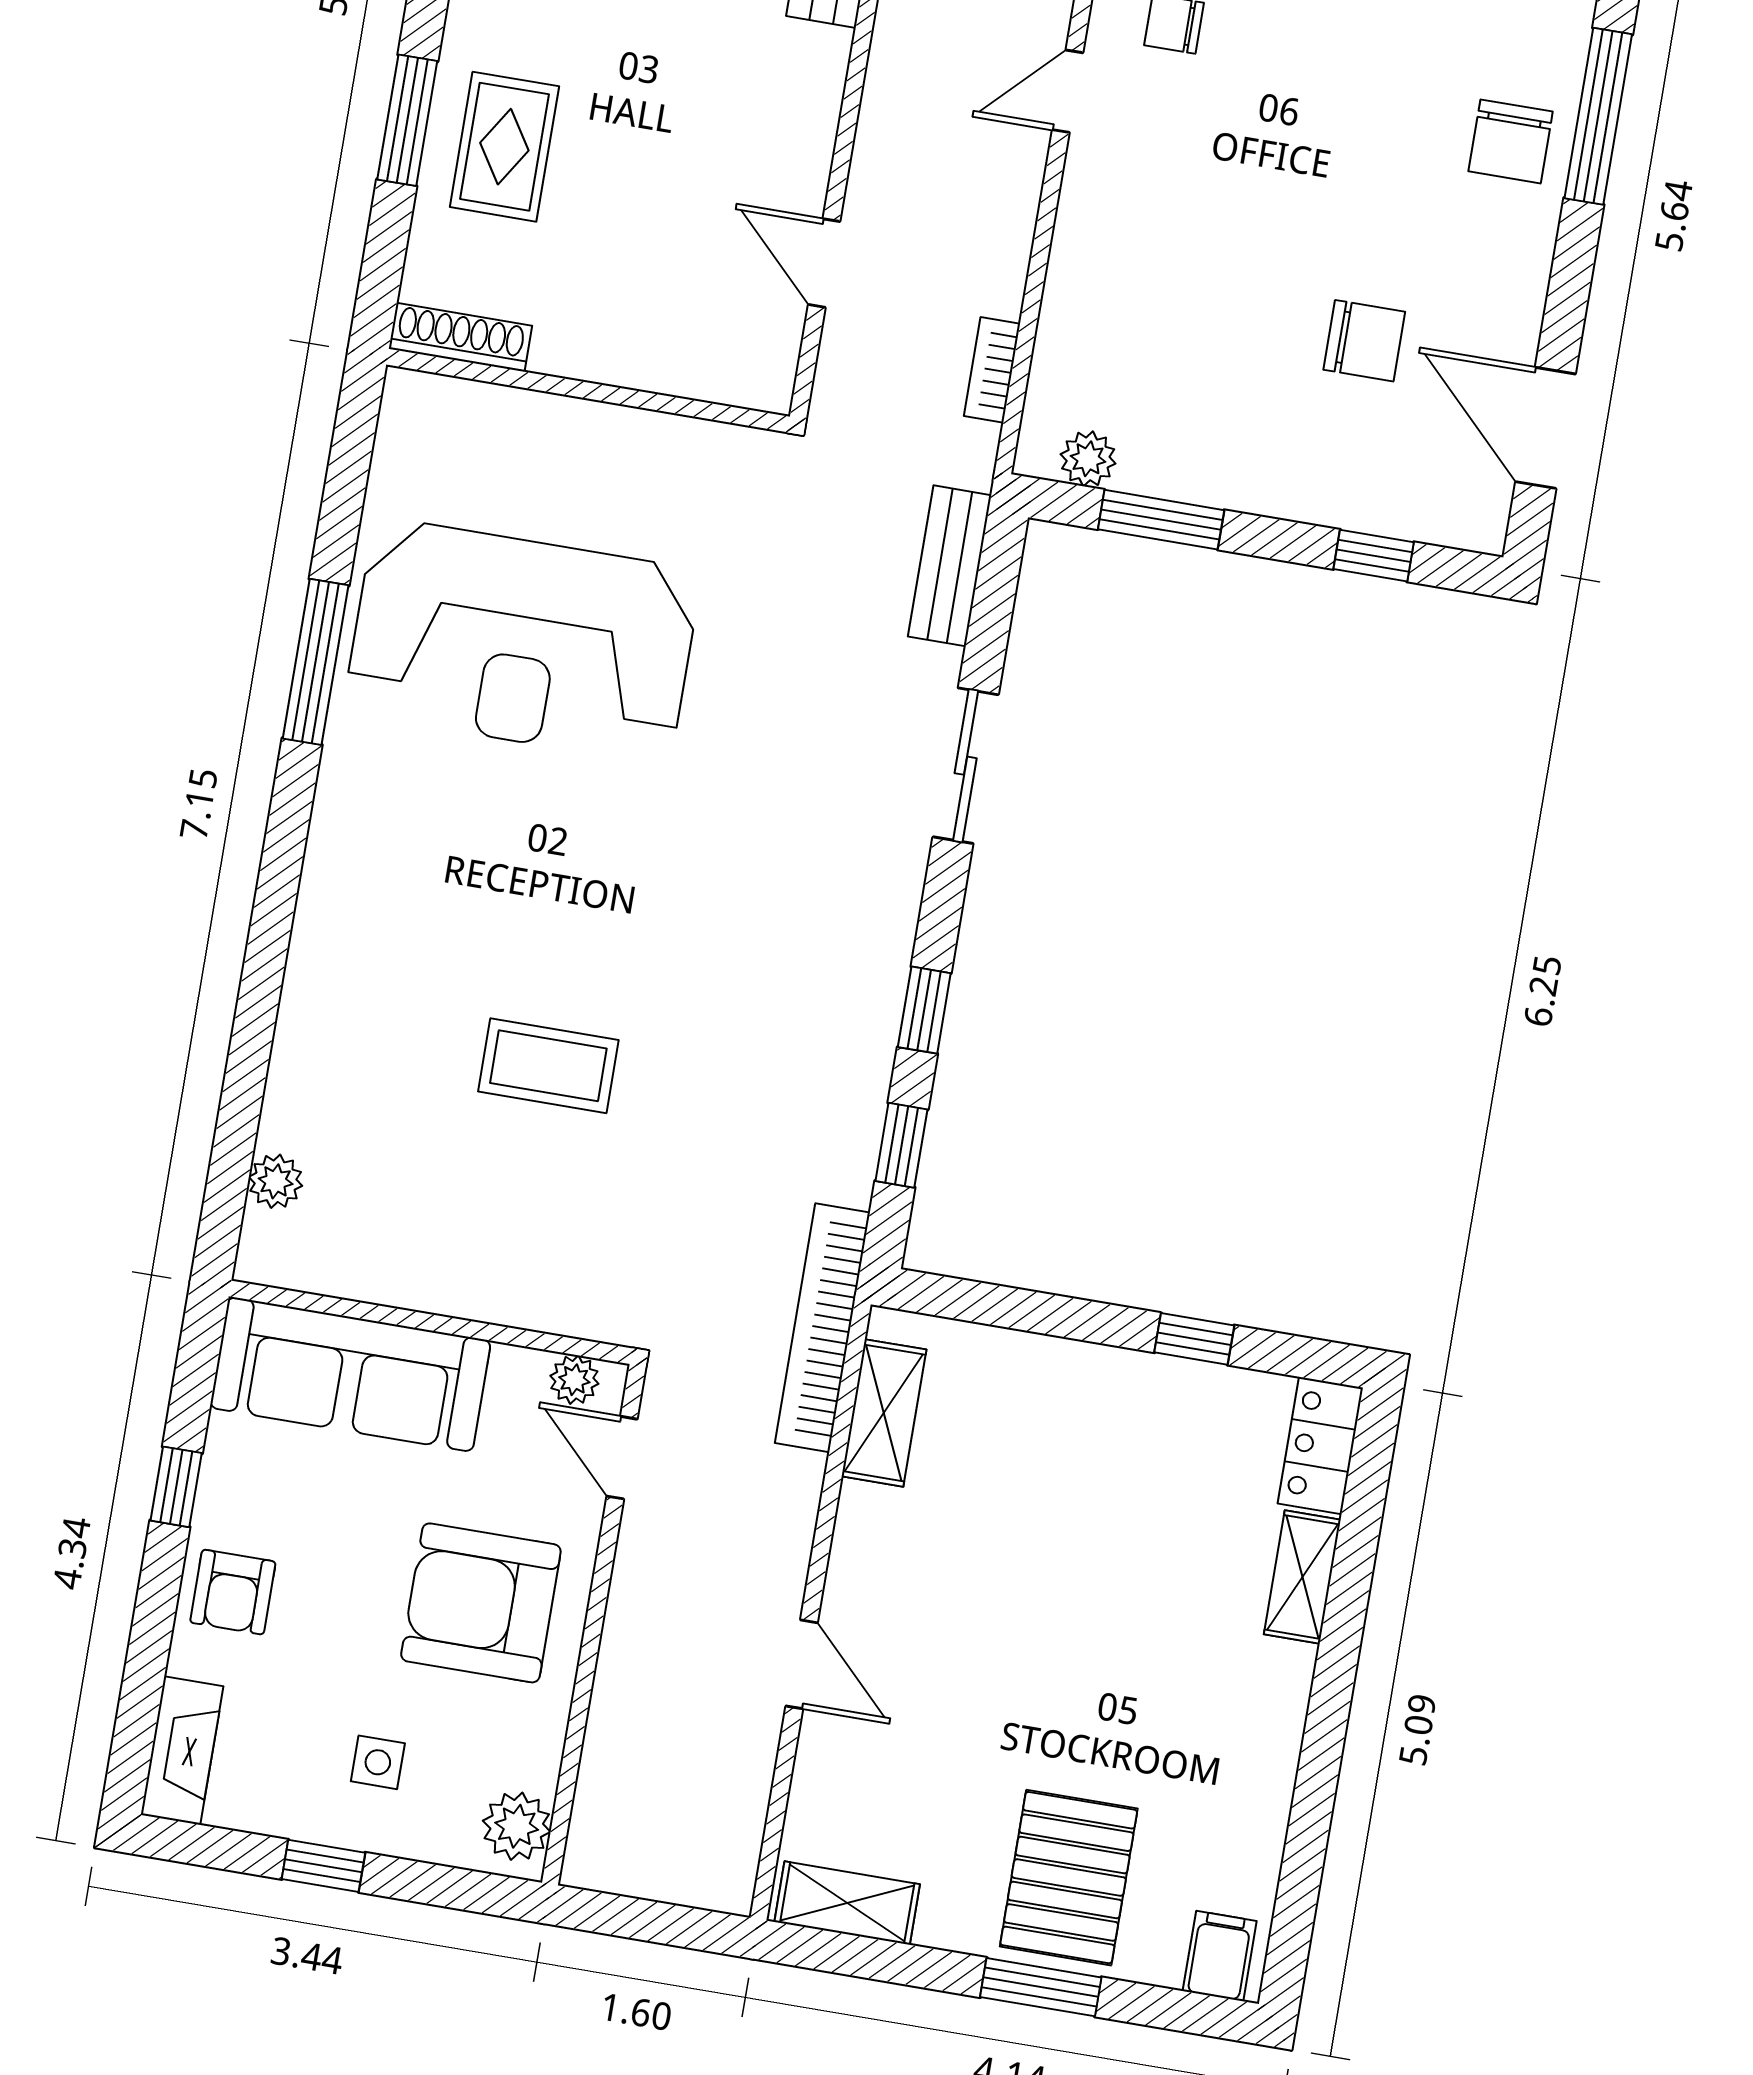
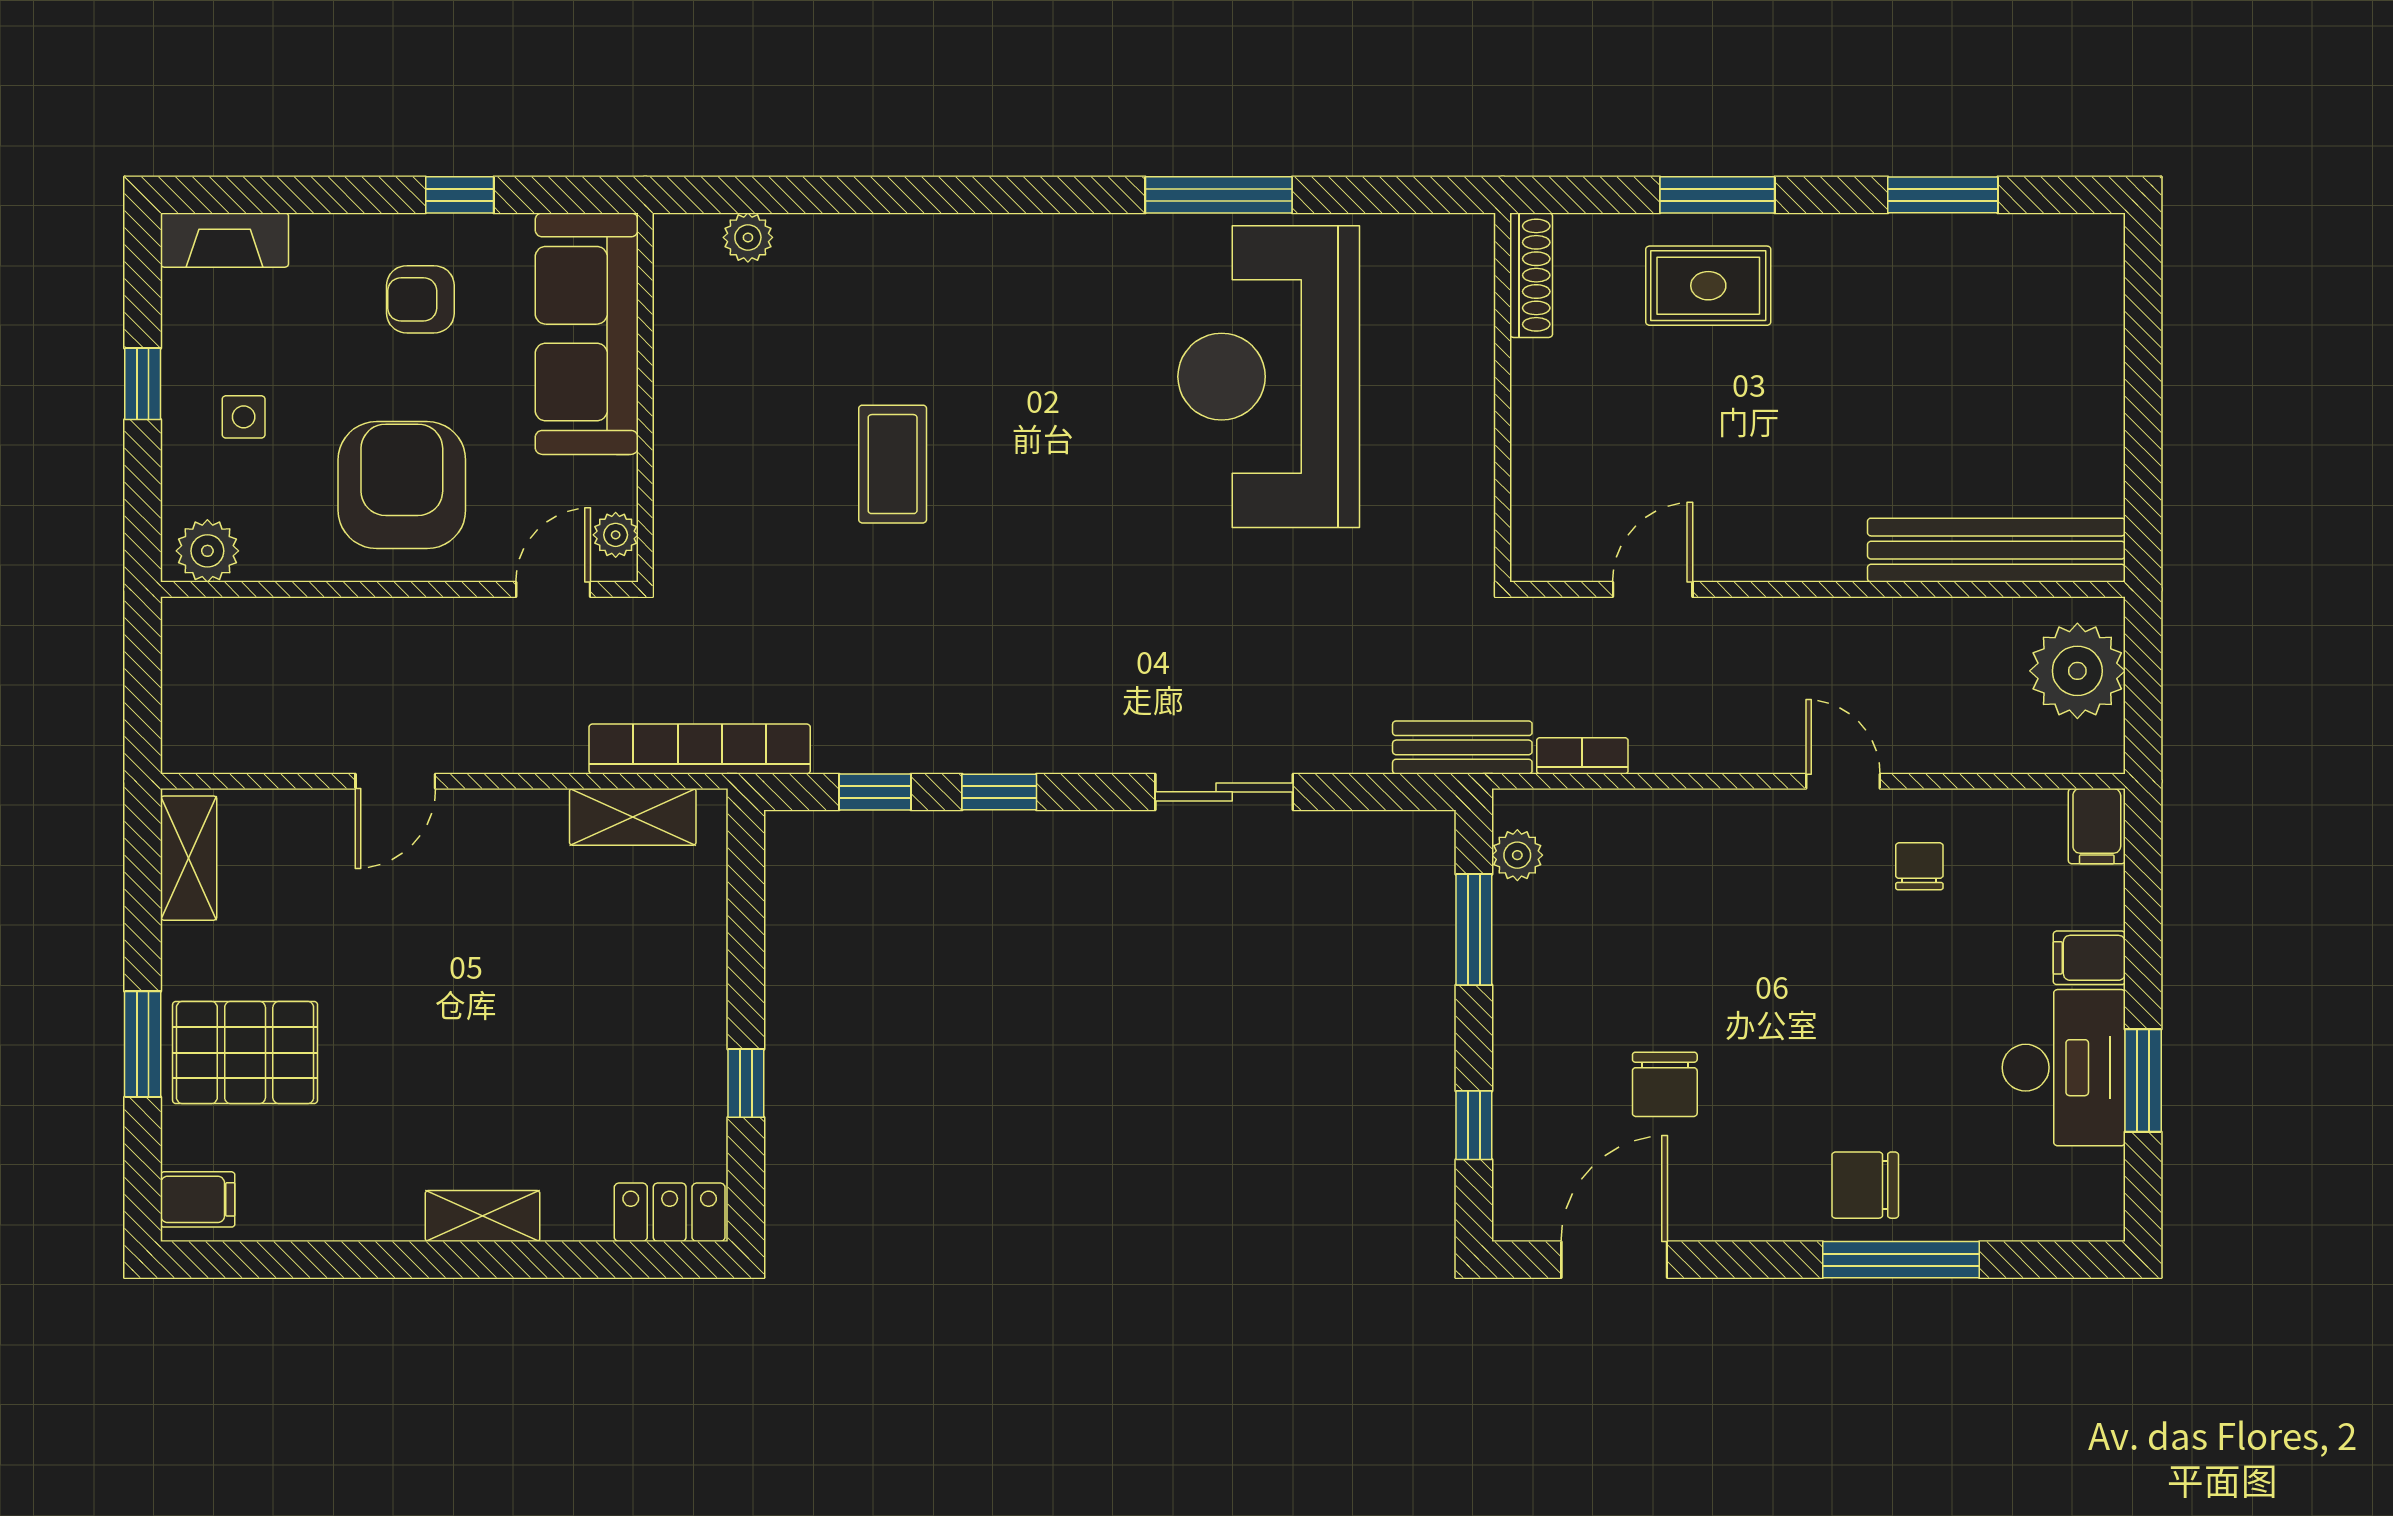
bench: (950, 566) -> (1462, 747), moved
shelving: (1302, 1577) -> (483, 1216), moved
armchair: (233, 1592) -> (420, 299), moved

